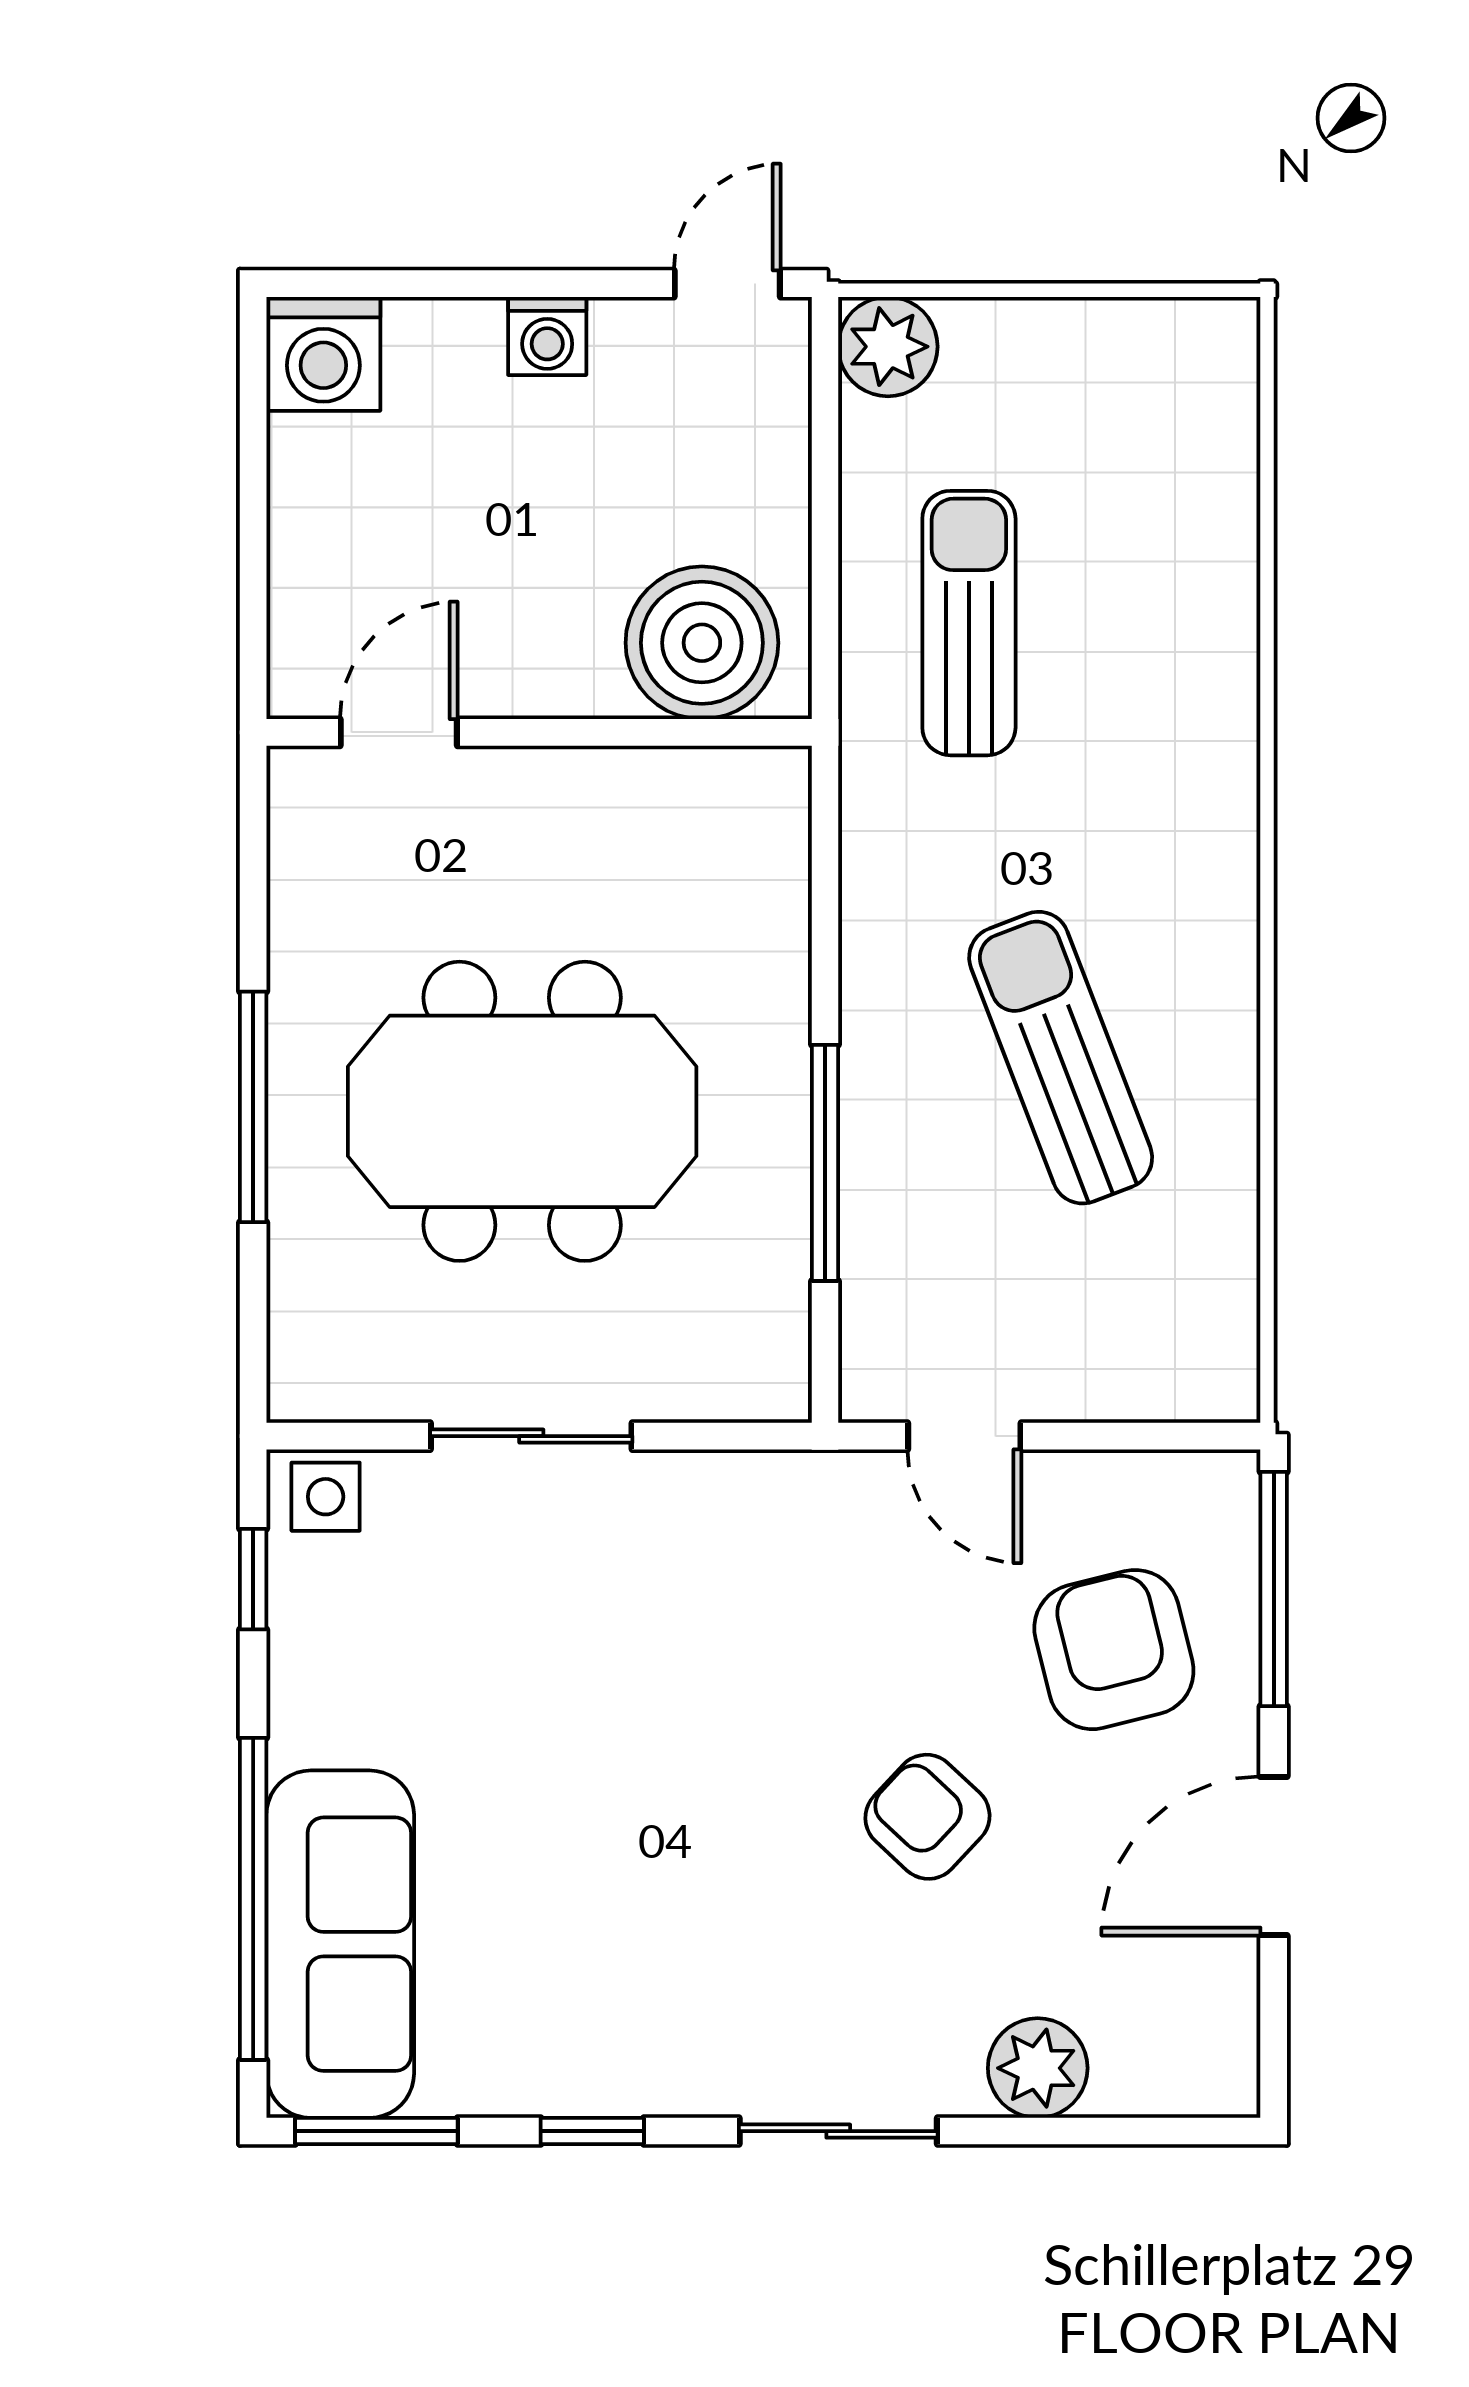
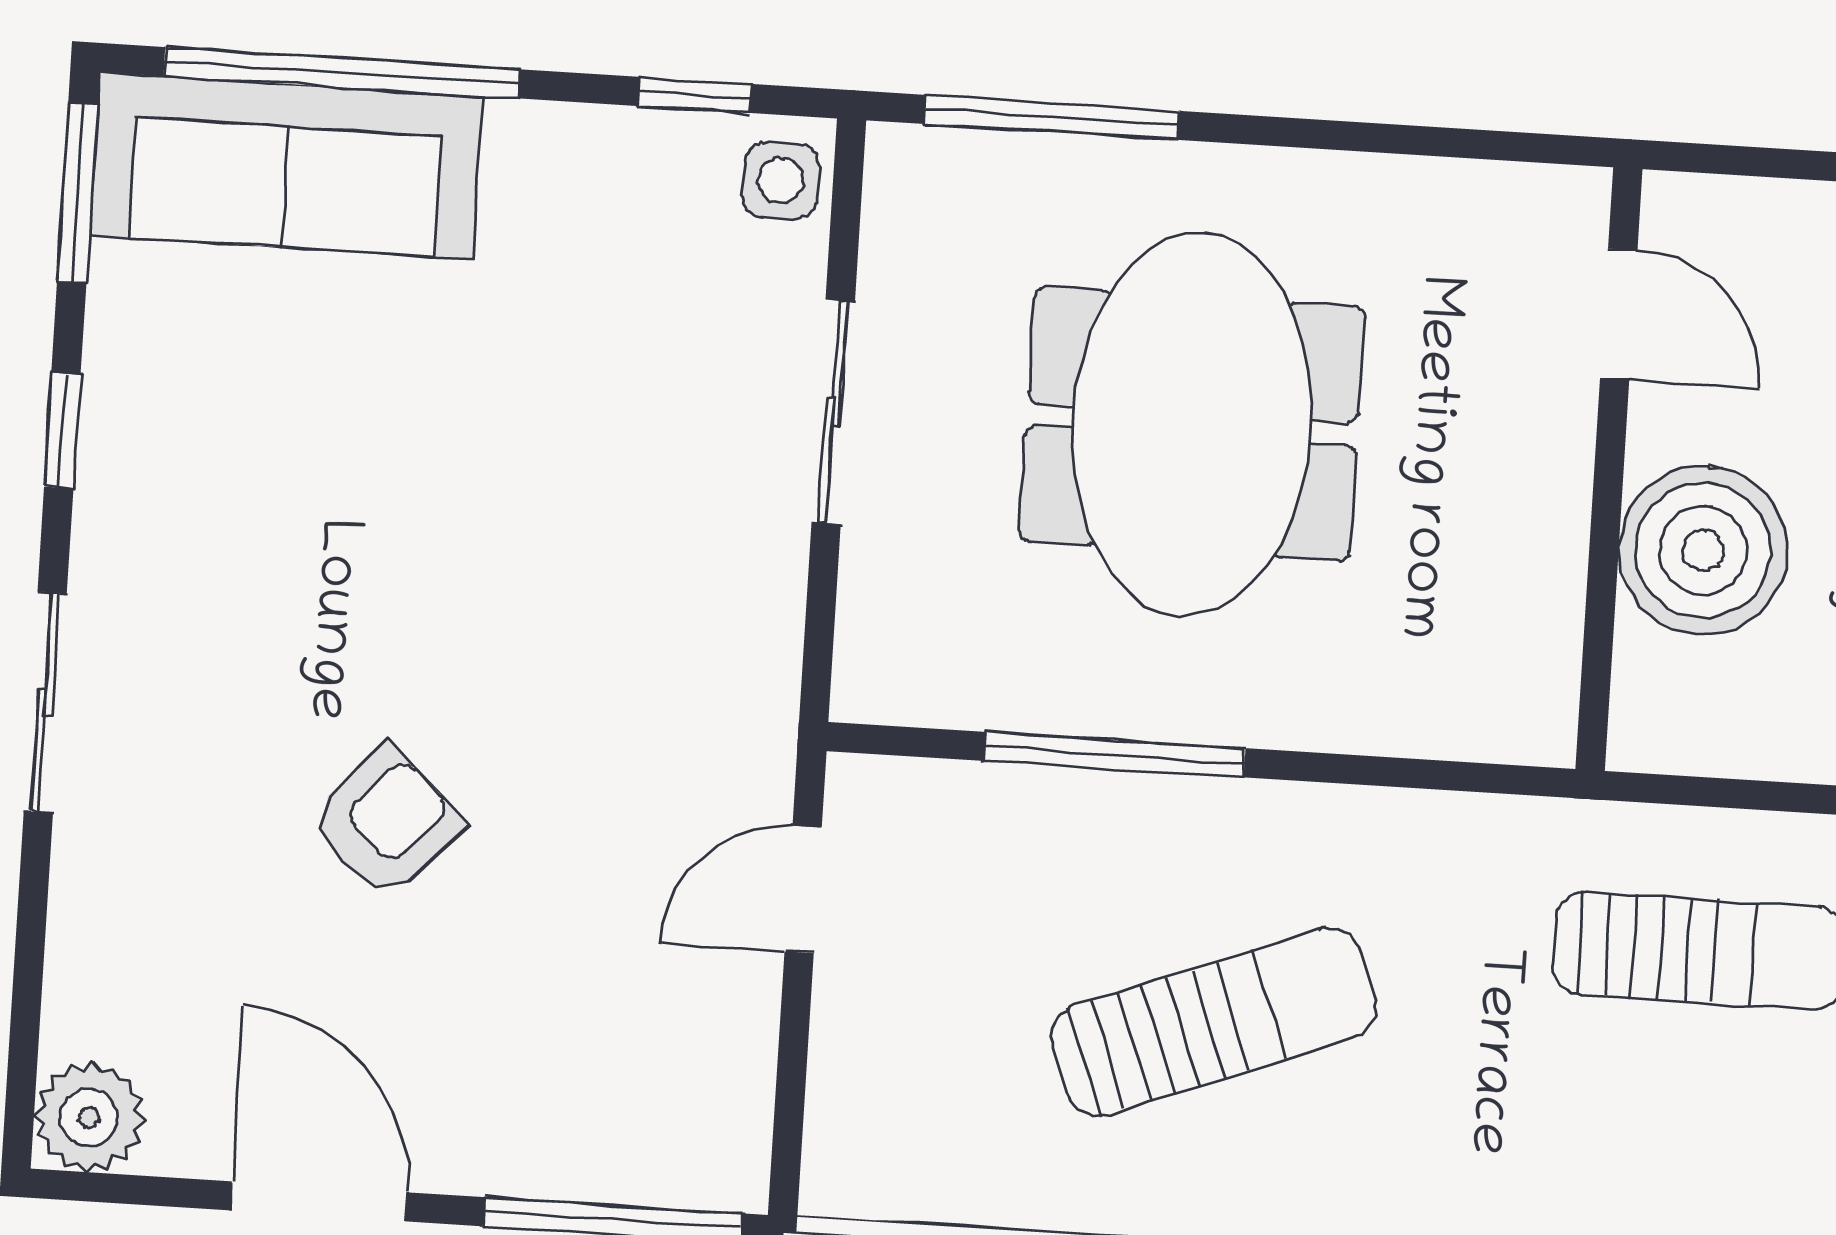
boiler: (702, 643) -> (1703, 550), moved
window: (253, 1107) -> (1051, 117), moved
armchair: (1114, 1650) -> (557, 1040), removed
plant: (1038, 2068) -> (89, 1117), moved

